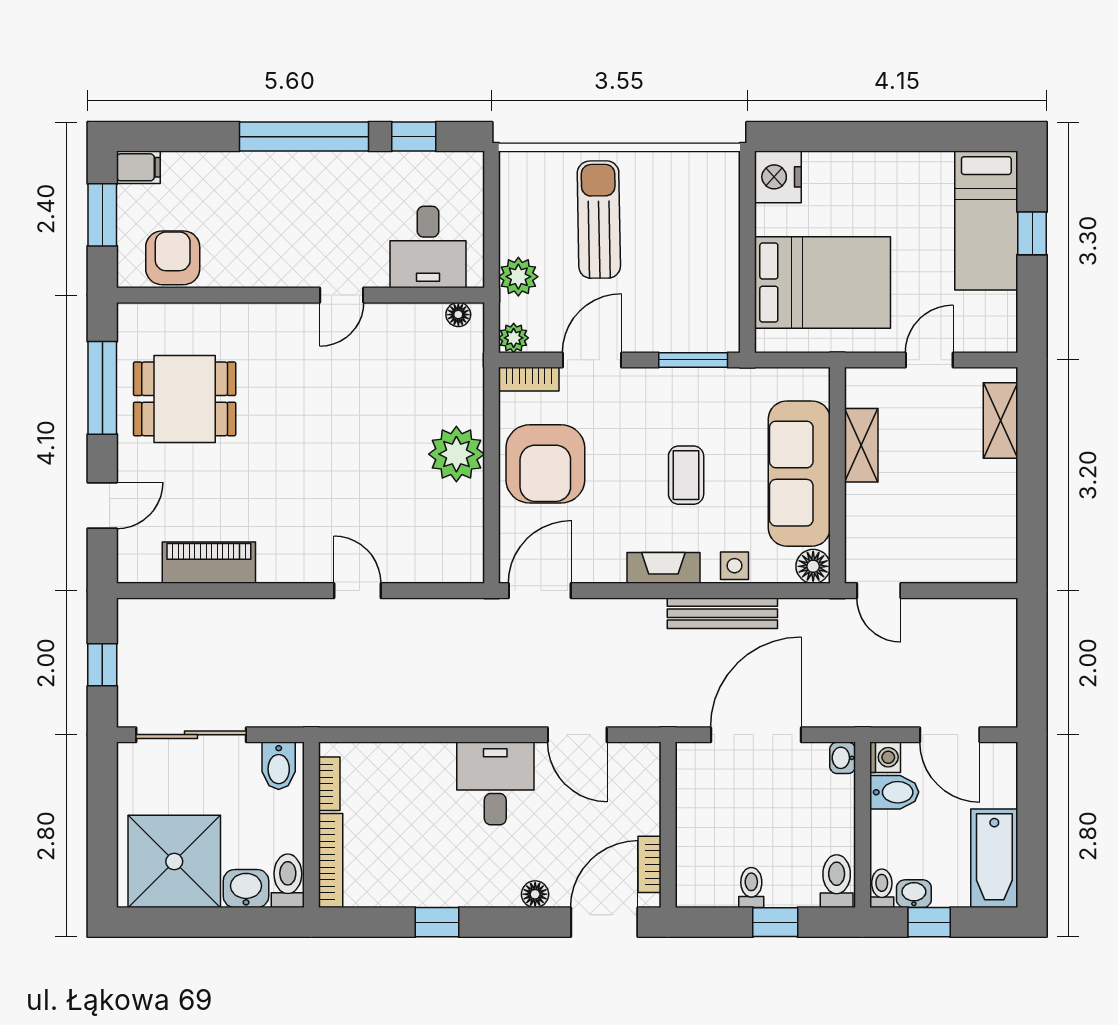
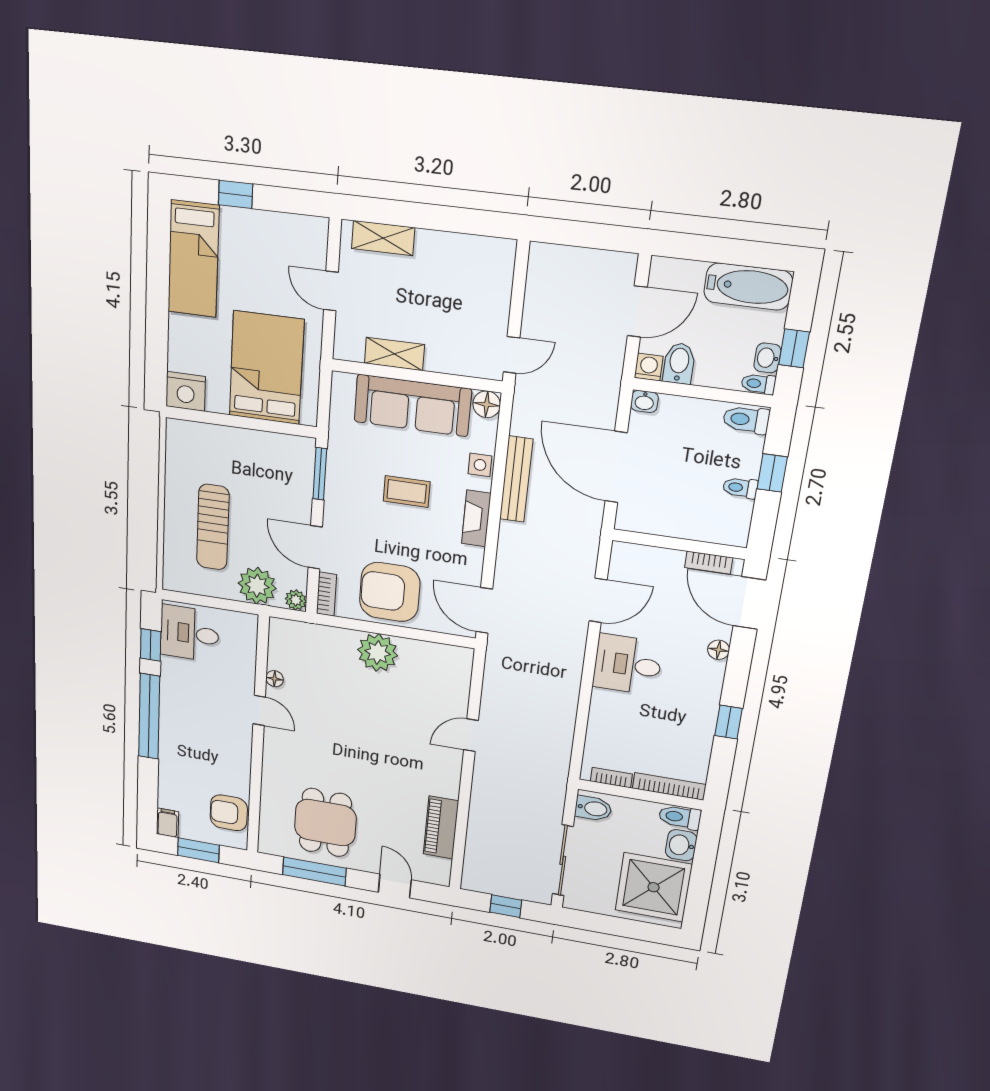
sun lounger: (599, 220) -> (213, 527), turned -89
bed: (986, 221) -> (193, 259), moved, turned 90
desk: (428, 247) -> (190, 633), moved, turned 180
plant: (518, 277) -> (257, 586), width x1.36, depth x1.36
floor lamp: (458, 315) -> (275, 679), moved
armchair: (545, 464) -> (390, 592), turned 180

